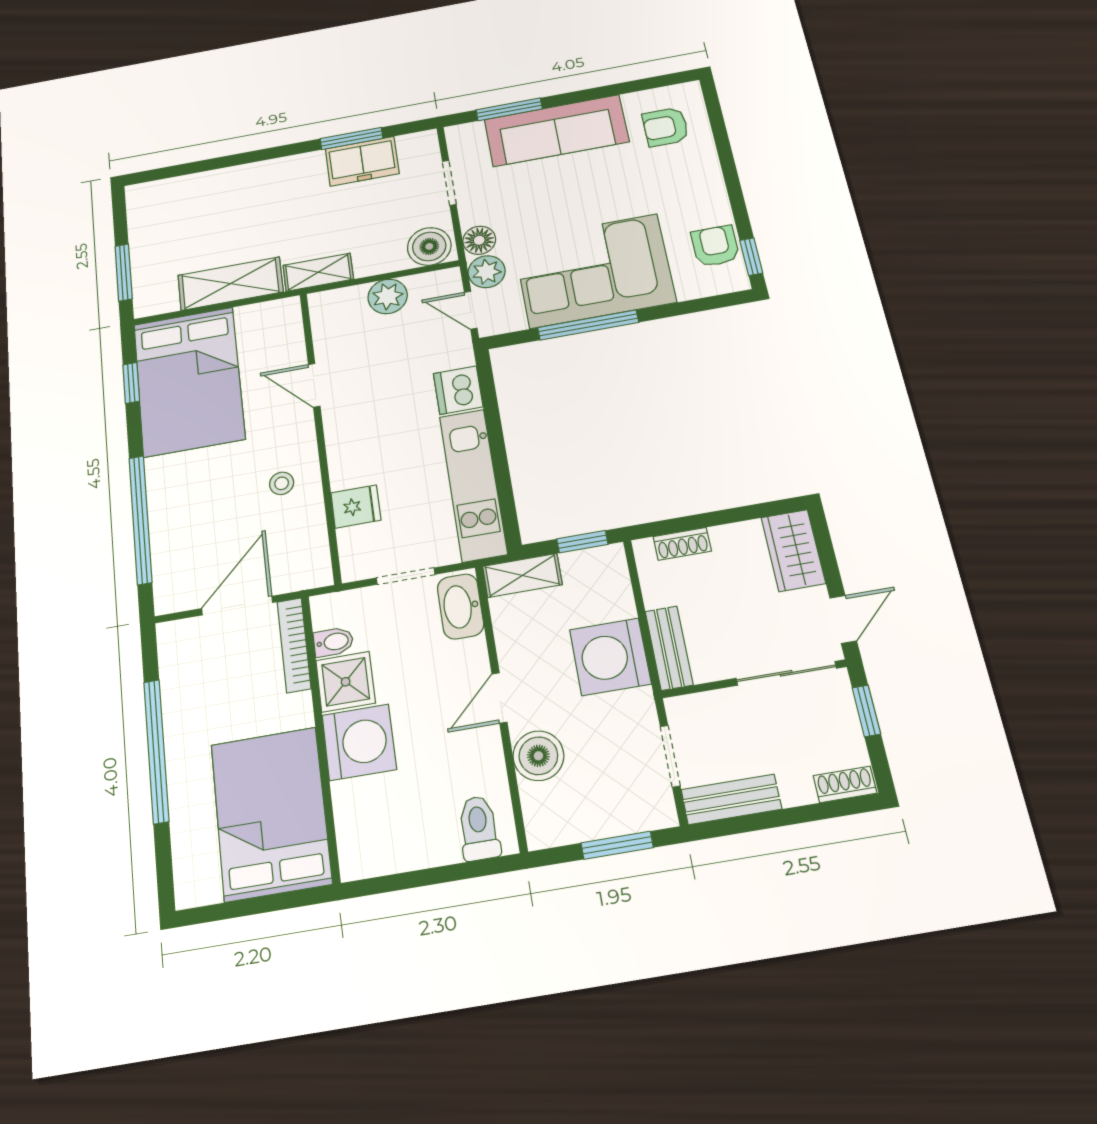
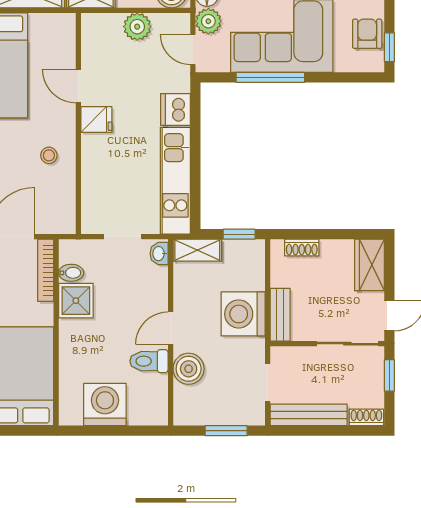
fridge: (356, 507) -> (96, 119), moved
washbasin: (460, 606) -> (159, 254), width x0.52, depth x0.69
washing machine: (359, 742) -> (105, 405), moved, turned -90
bench: (731, 799) -> (309, 415), width x1.36
toilet: (479, 828) -> (149, 361), moved, turned -90

